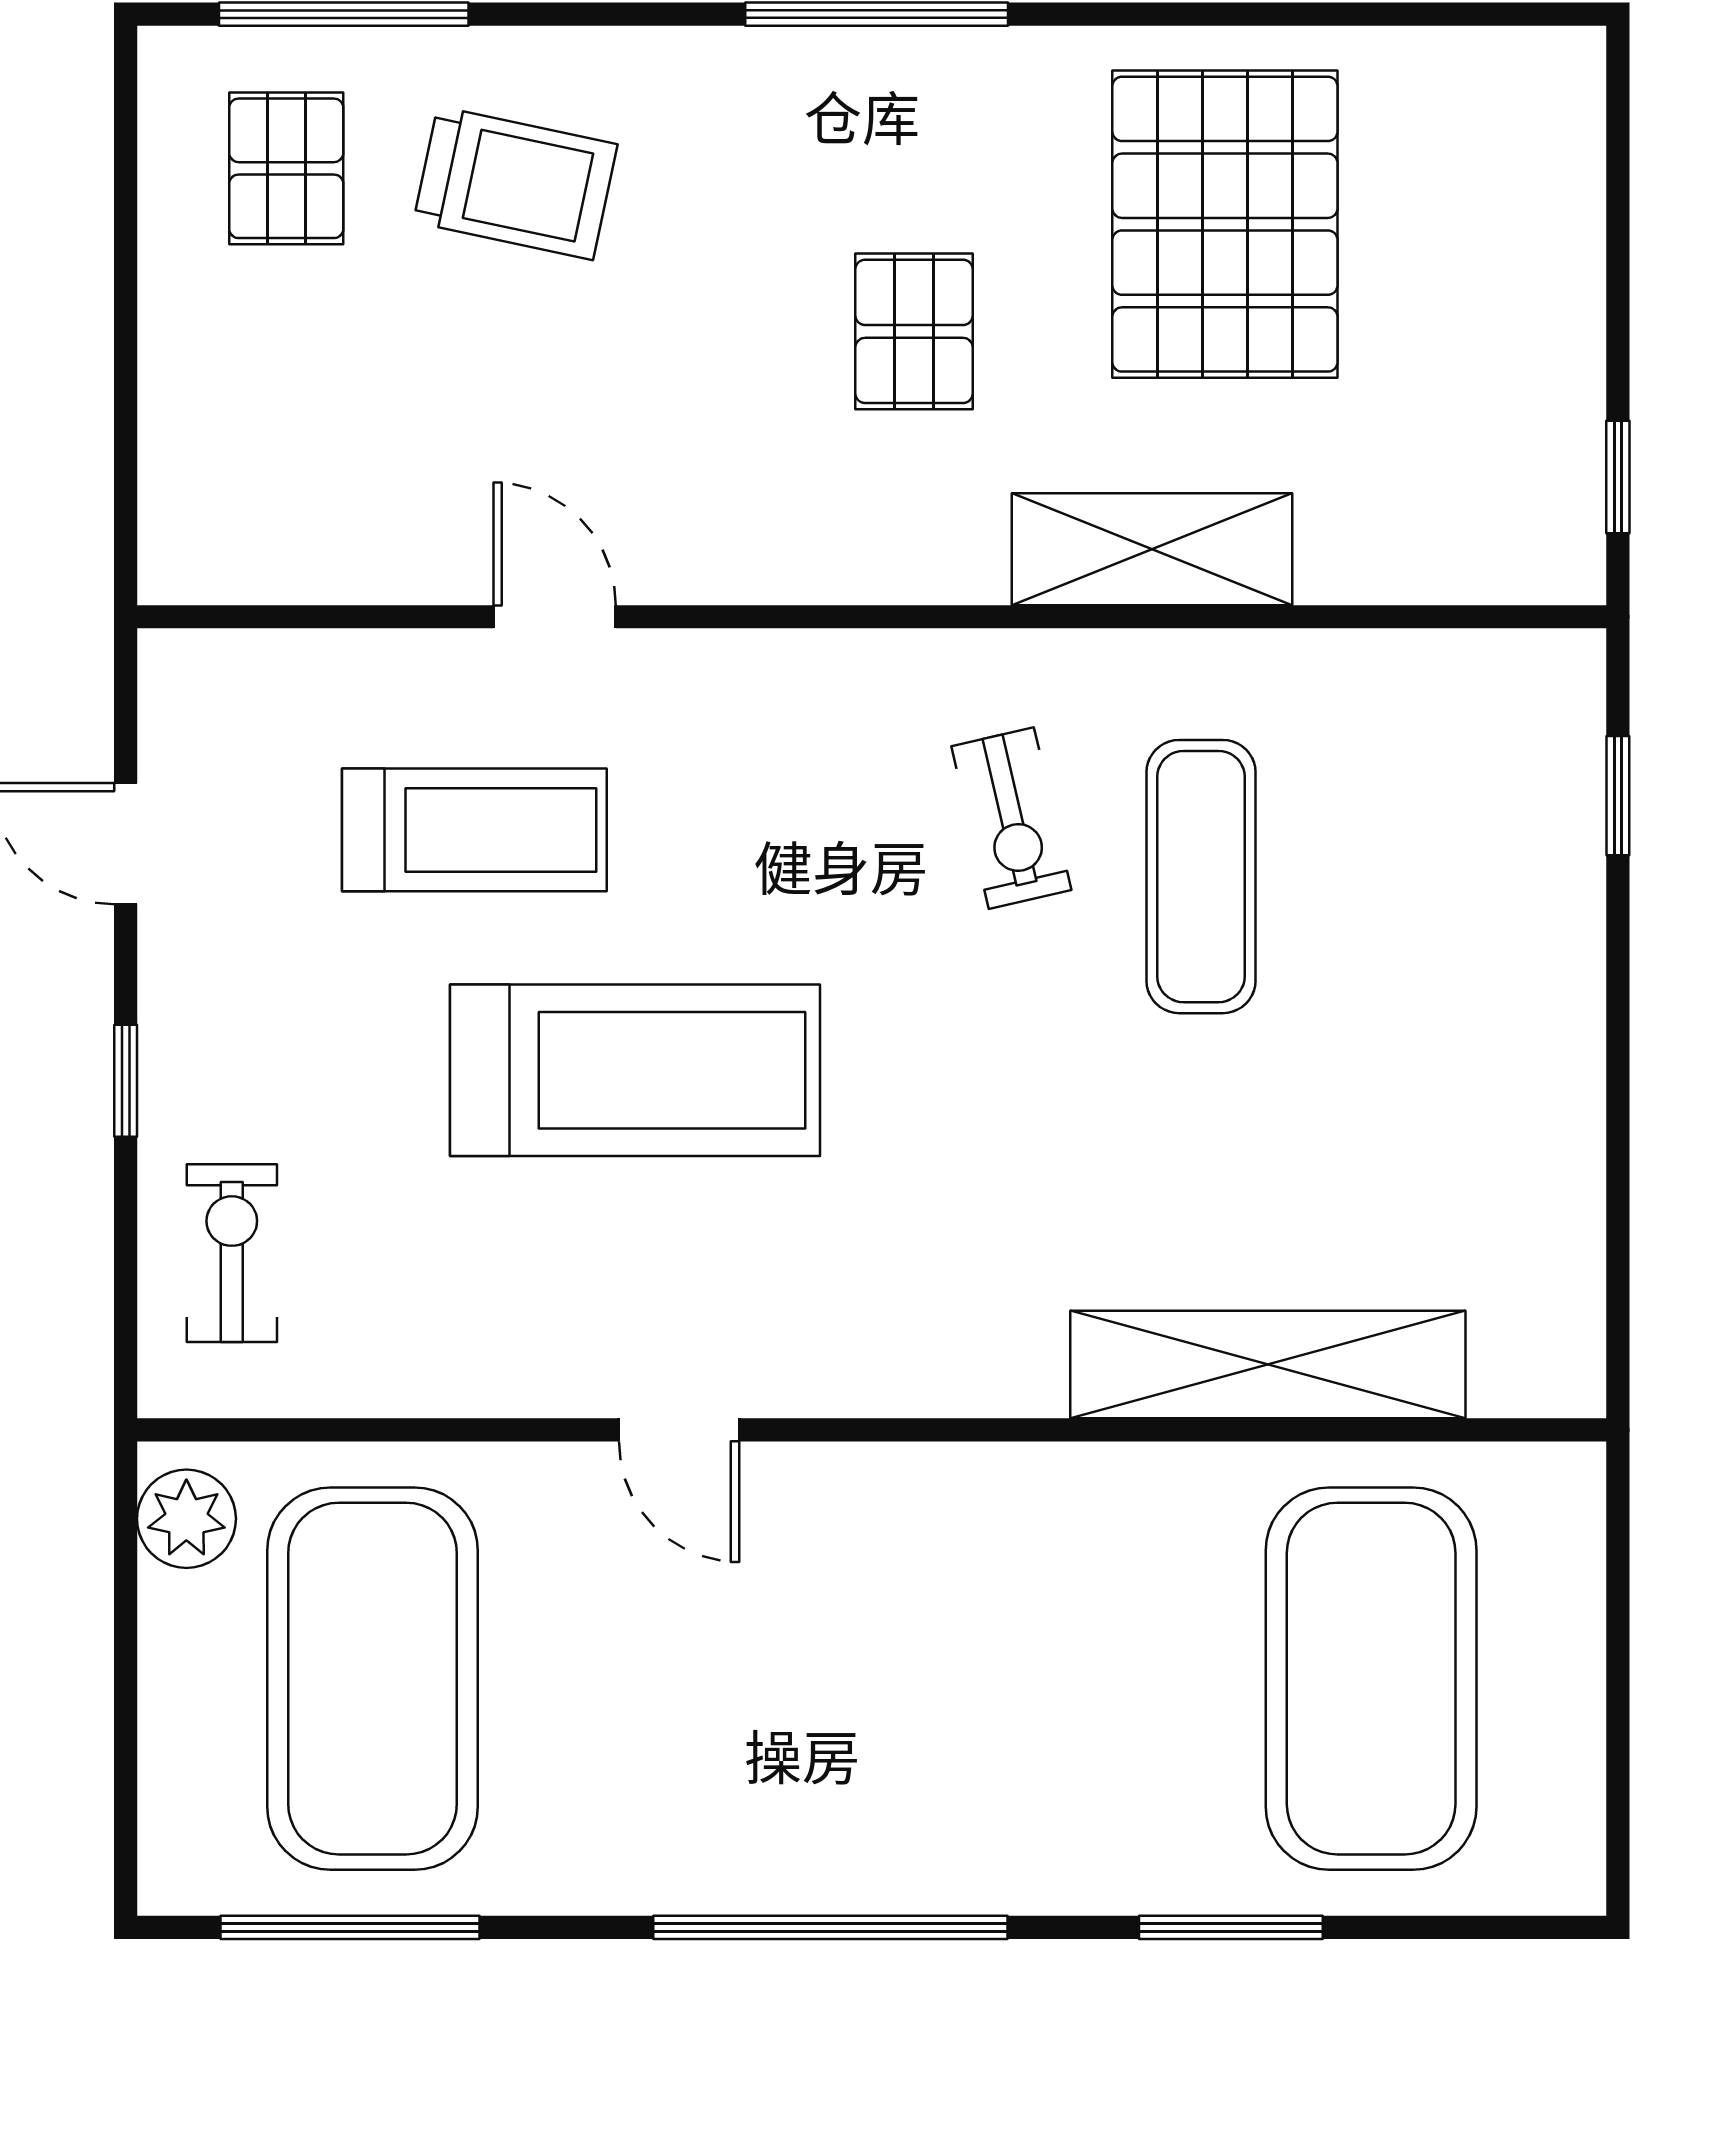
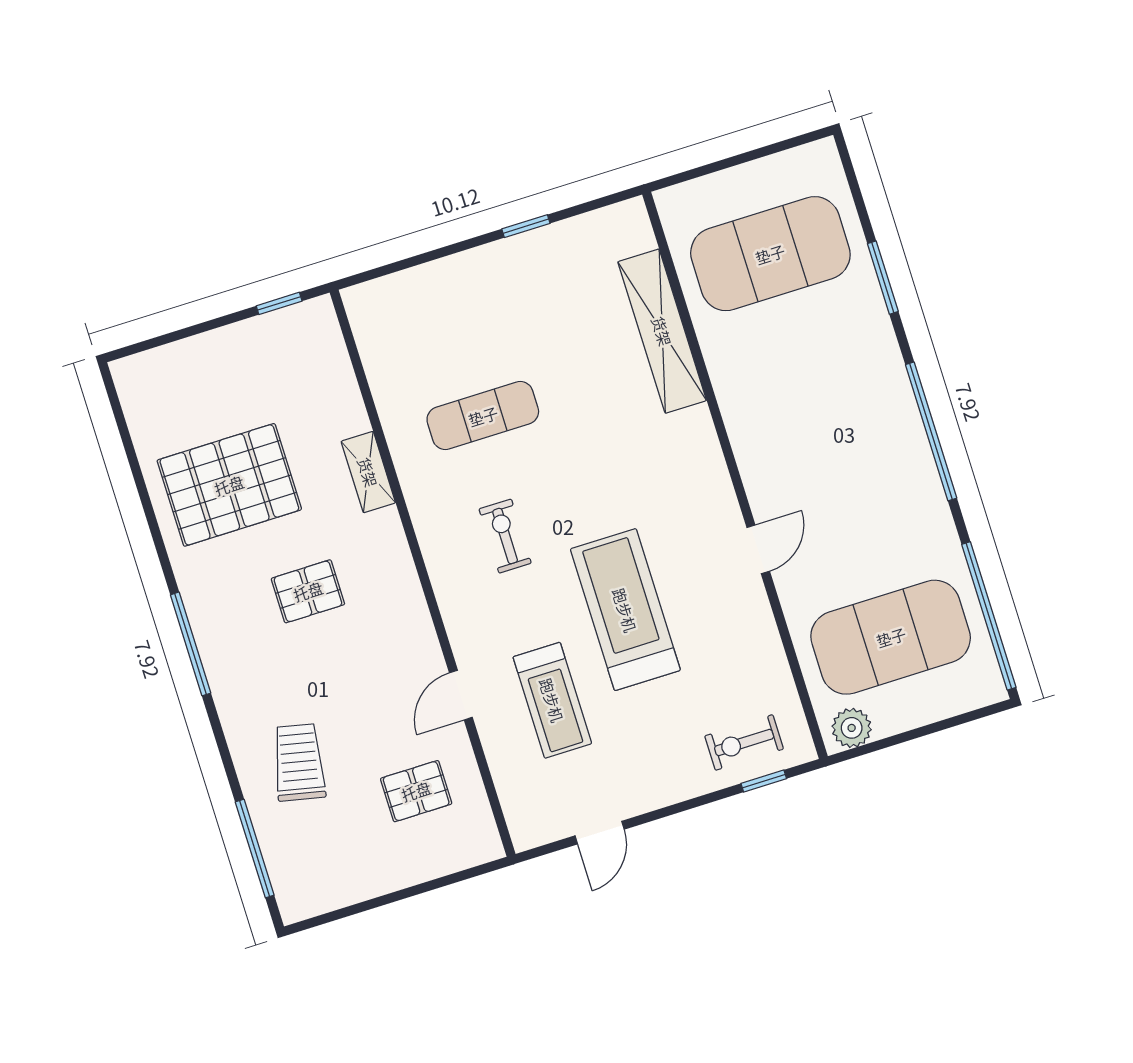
pallet: (286, 168) -> (416, 791), moved
shelving: (1152, 549) -> (368, 472), width x0.67, depth x0.75
window: (1618, 796) -> (526, 226), moved
exercise bike: (1011, 818) -> (505, 536), moved, turned -77
treadmill: (474, 830) -> (552, 700), turned 180
window: (126, 1081) -> (764, 781), moved
window: (350, 1927) -> (989, 616), width x1.46

